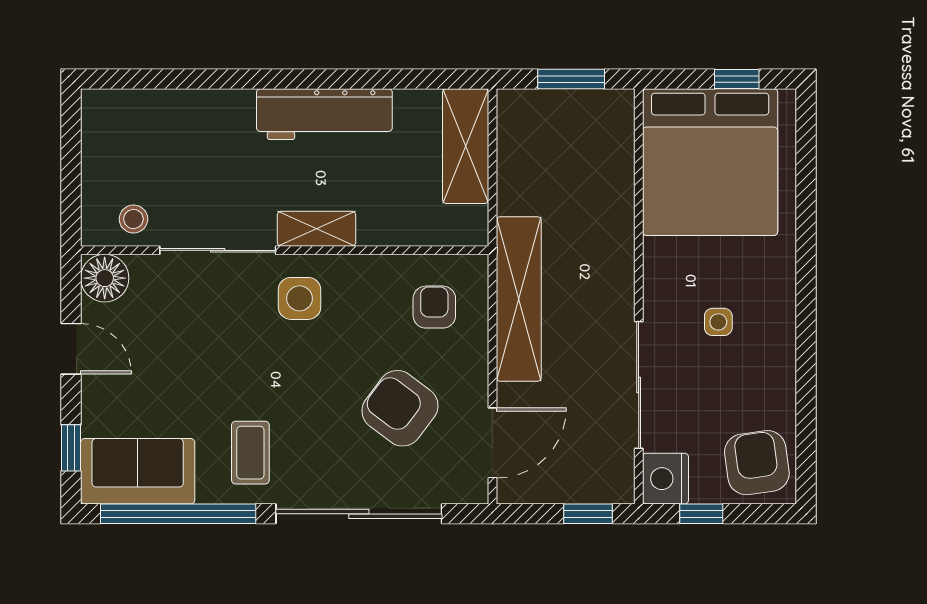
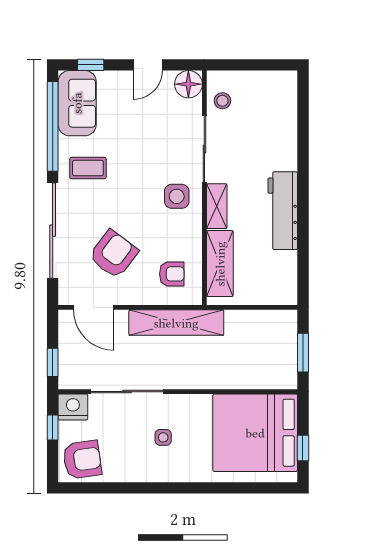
shelving: (466, 146) -> (220, 264), moved, turned 90

